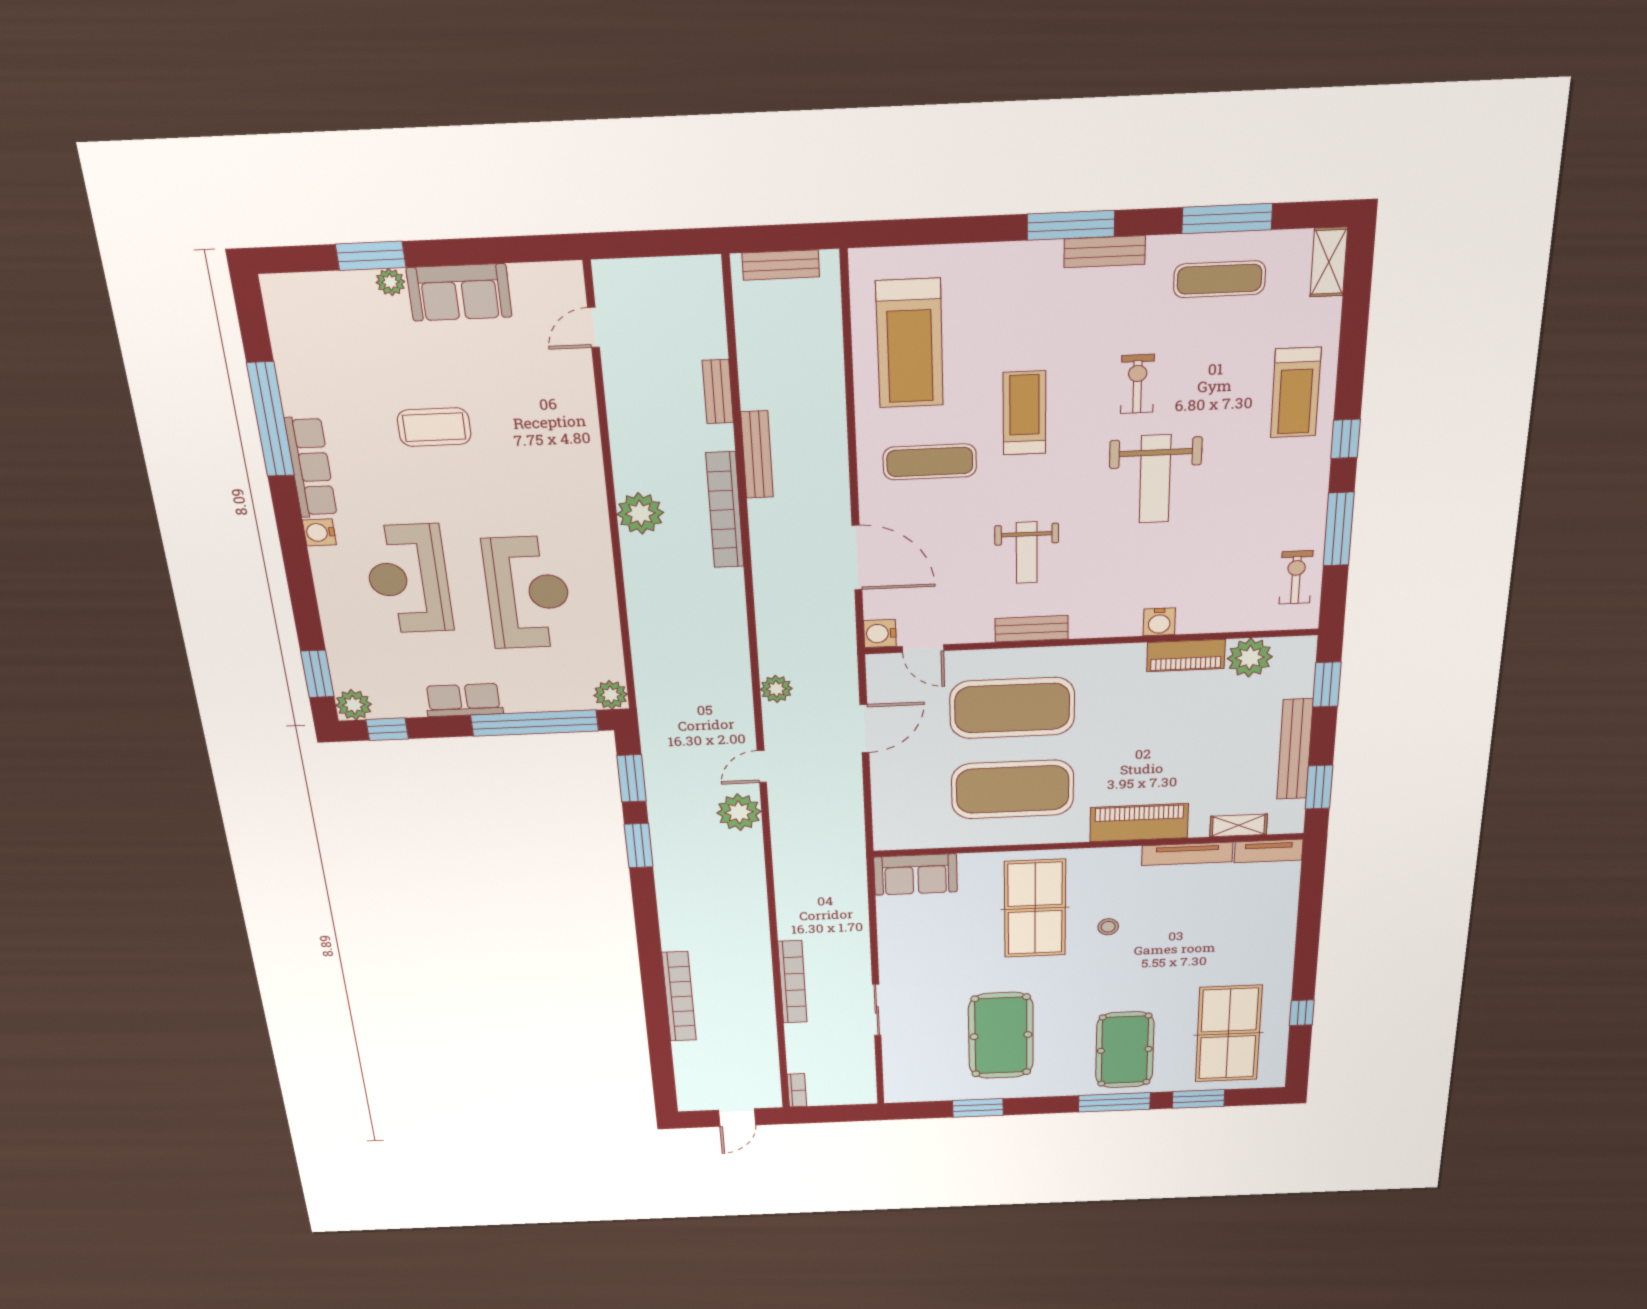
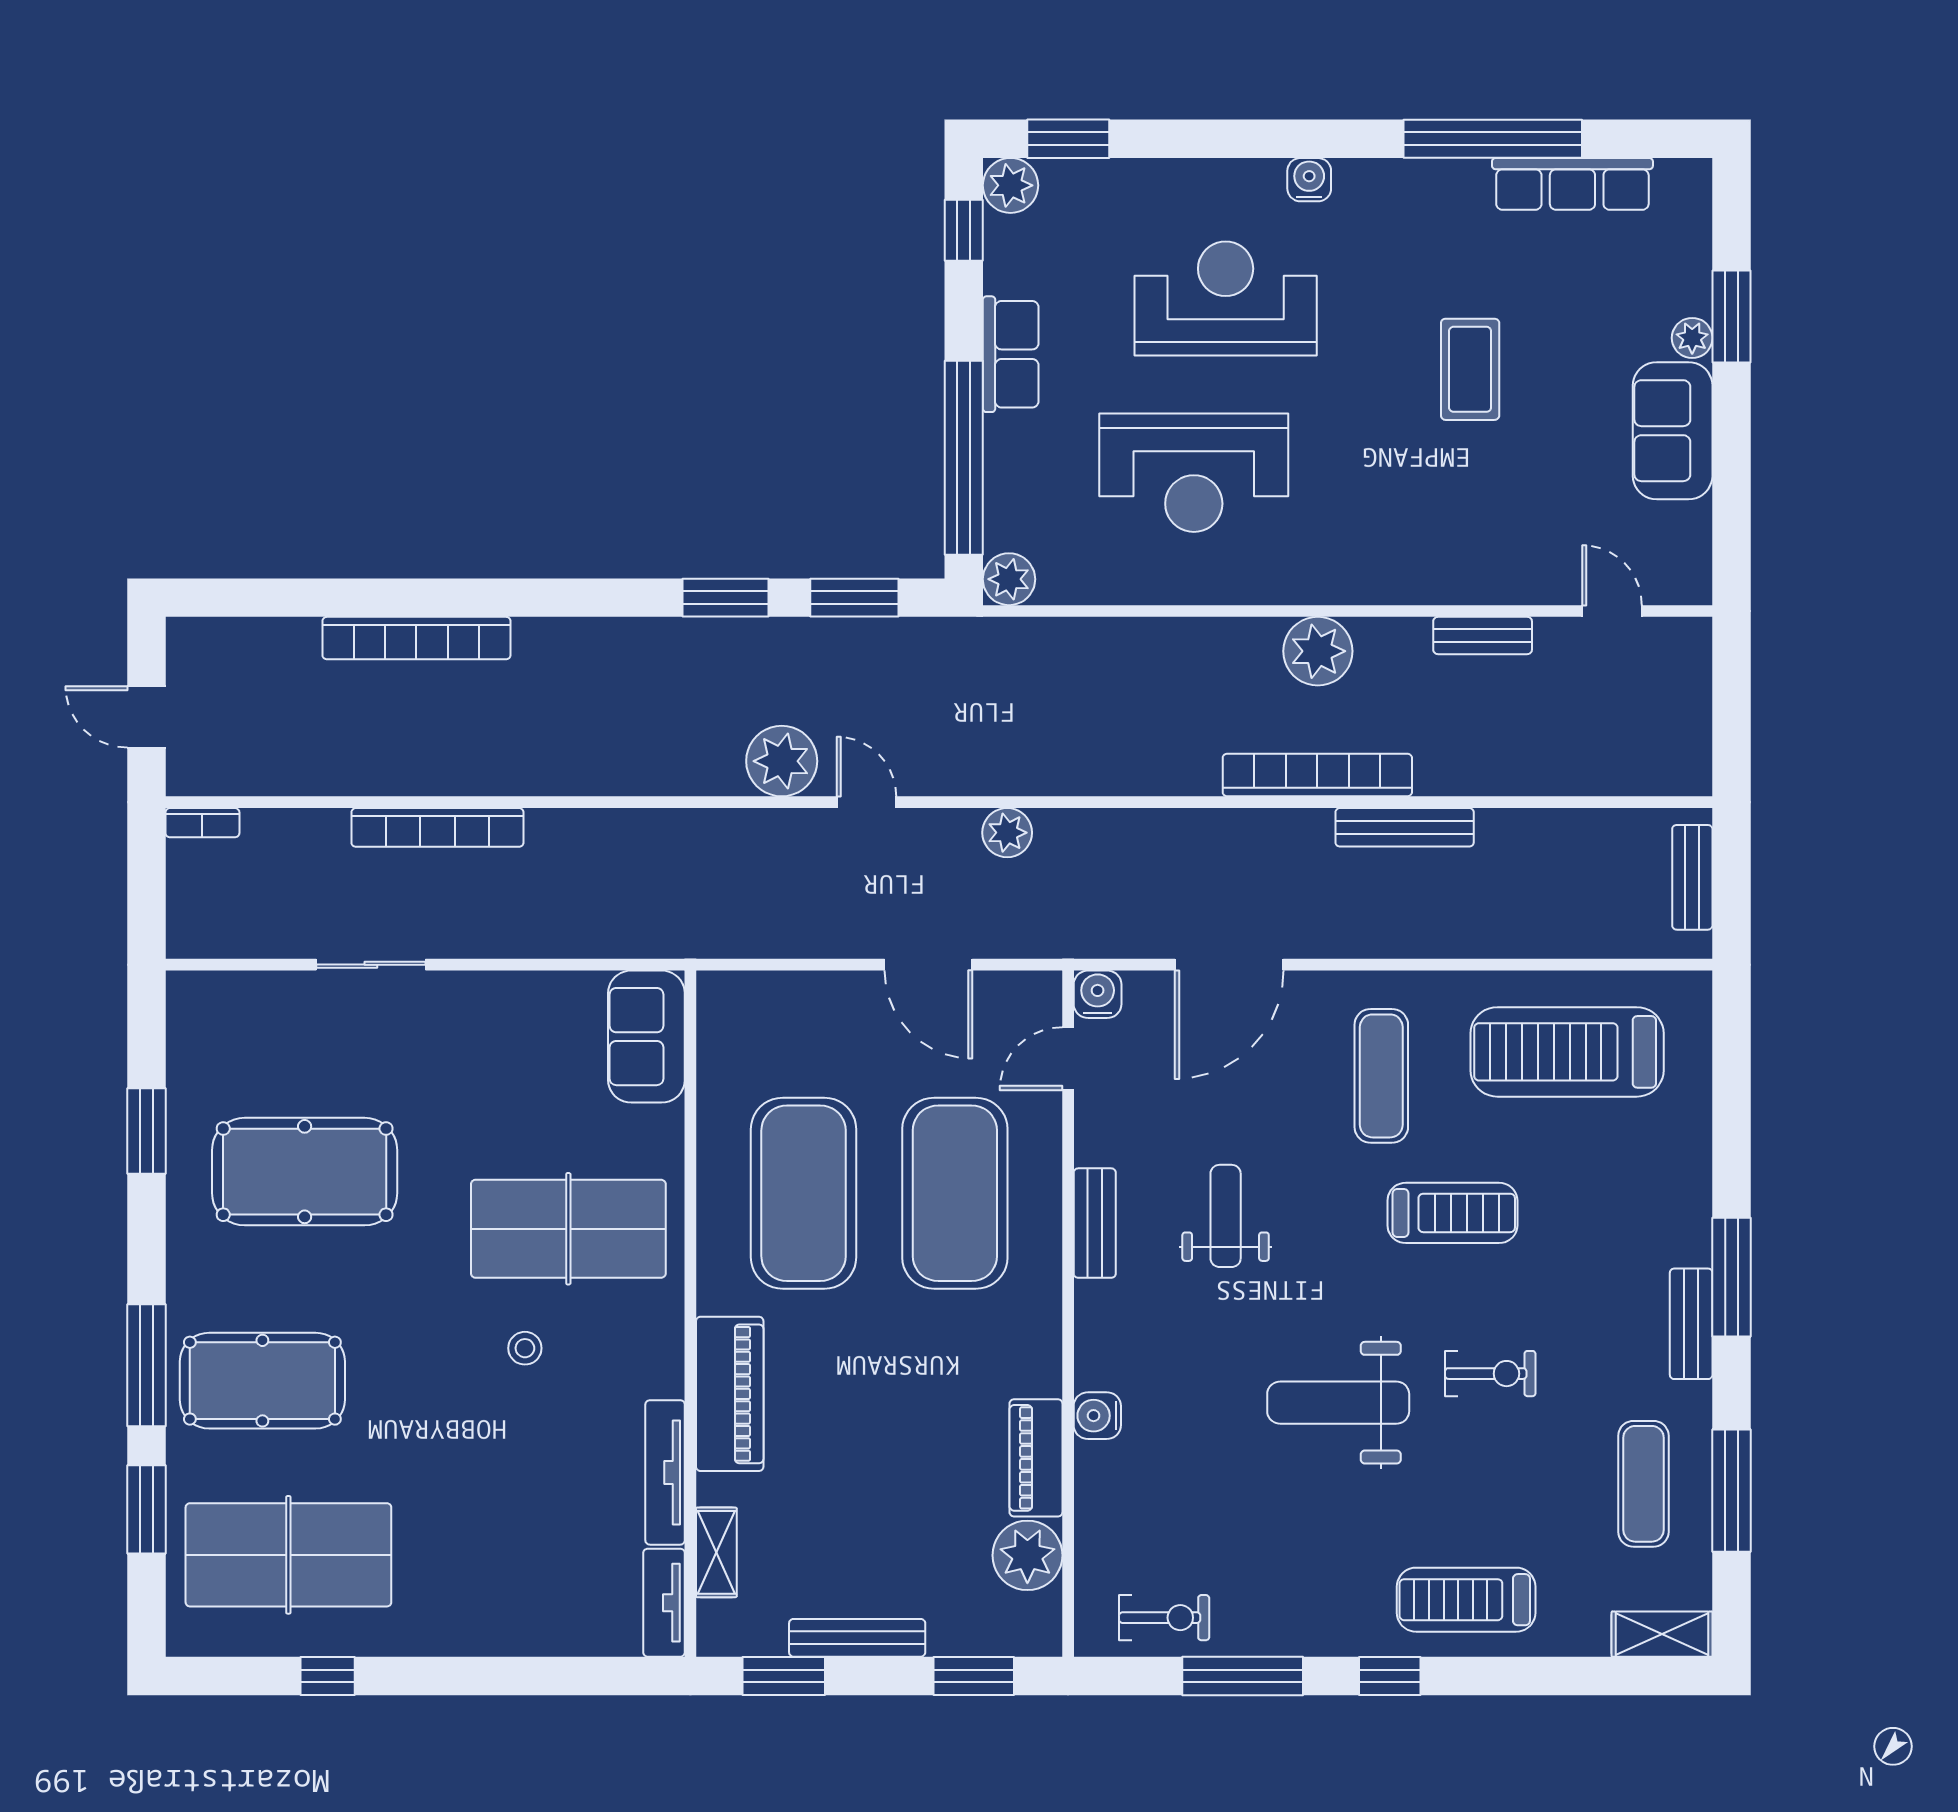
bench: (718, 392) -> (1483, 636), moved
row of seats: (311, 467) -> (1572, 184), moved
weight bench: (1027, 553) -> (1226, 1216), turned 90
bench: (1295, 749) -> (857, 1638), width x0.73, depth x0.82

